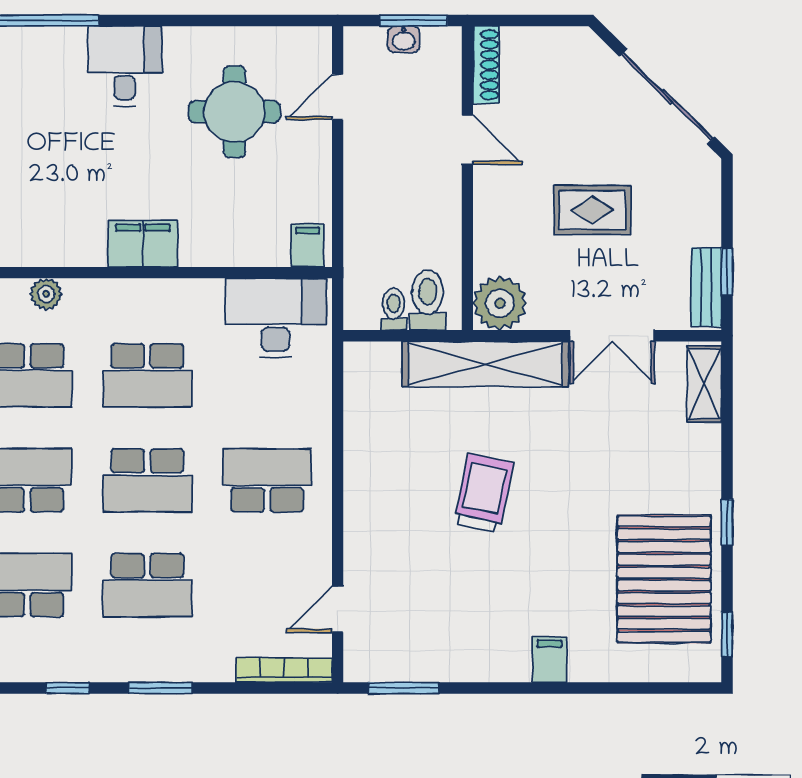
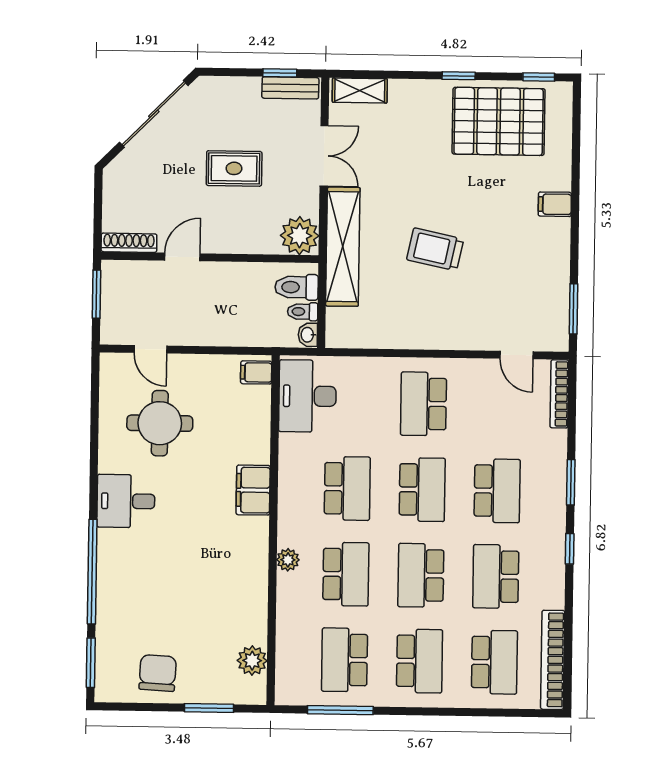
washbasin: (404, 39) -> (308, 335), moved, turned 180
rug: (592, 210) -> (234, 168), turned 90

